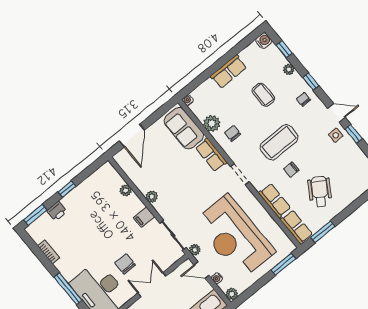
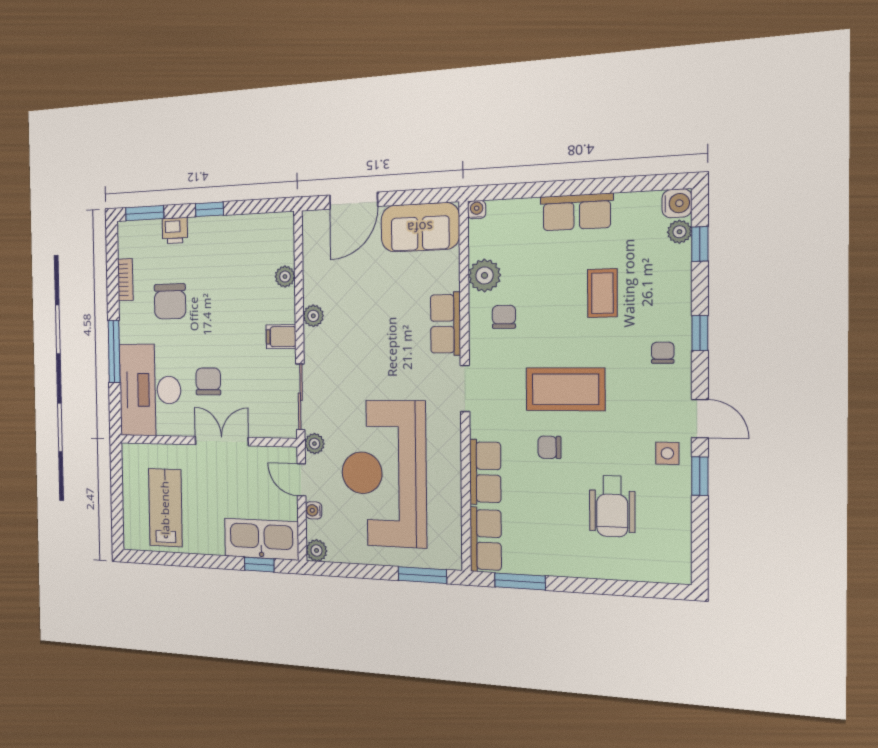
plant: (289, 69) -> (679, 232), moved
sofa: (184, 128) -> (420, 227), moved, turned -90
wheelchair: (320, 191) -> (612, 506), moved, turned 147
chair: (79, 244) -> (170, 301), added

